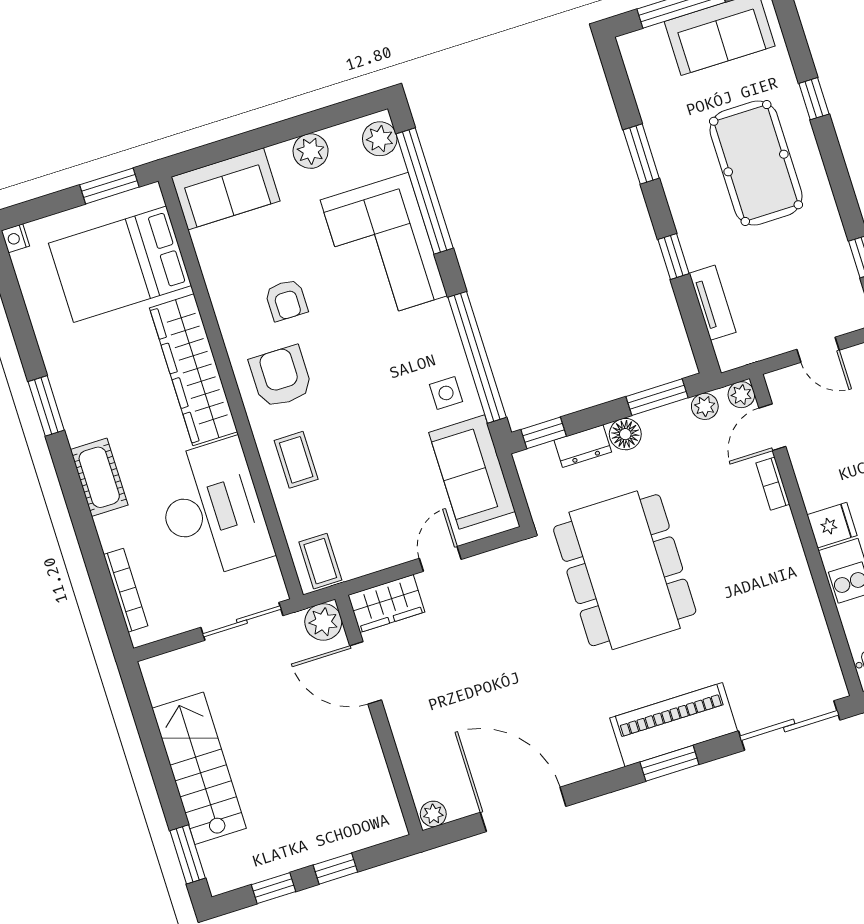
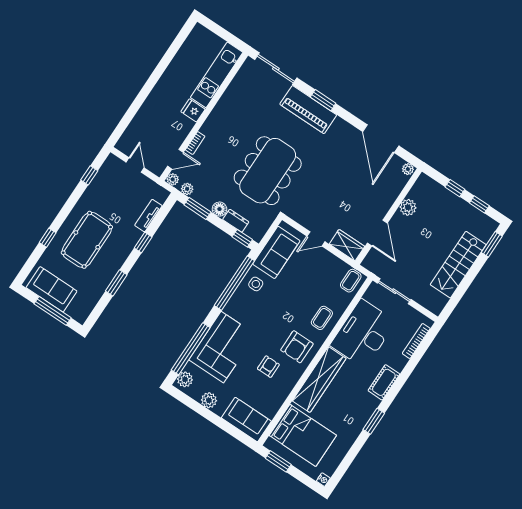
plant: (323, 622) -> (408, 207), moved

